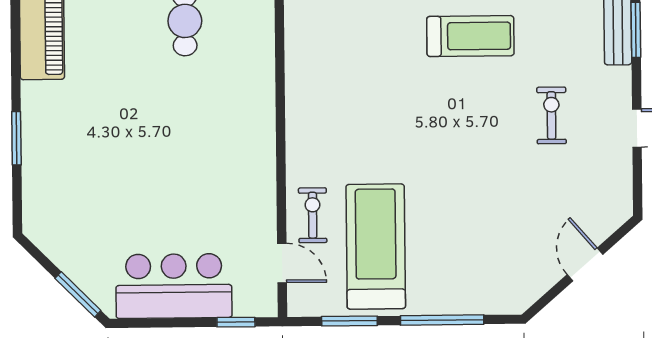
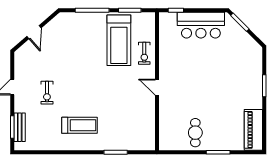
treadmill: (470, 36) -> (80, 125), turned 180
door: (282, 263) -> (157, 87), moved

